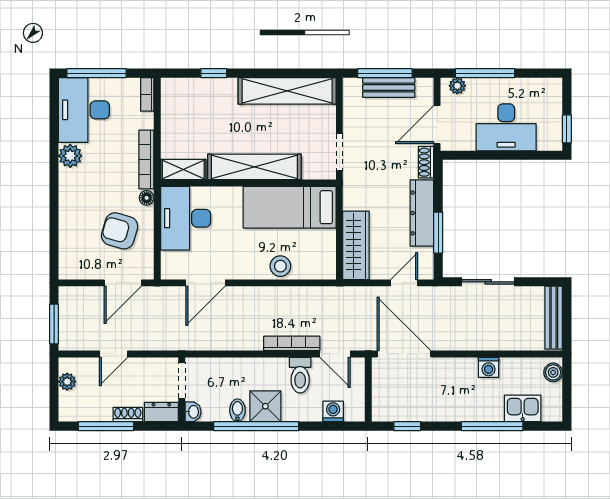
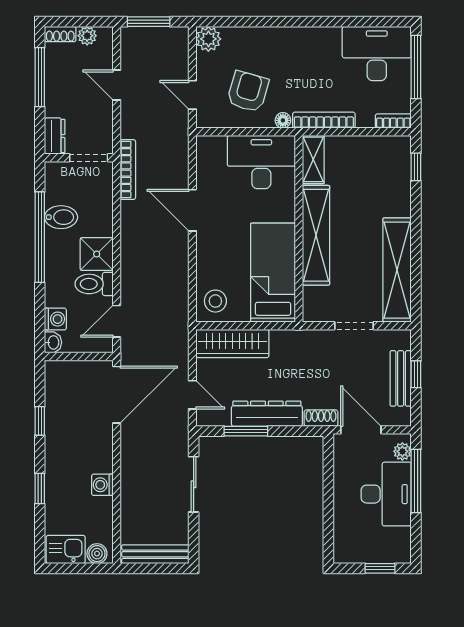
window: (214, 73) -> (416, 167), moved
window: (385, 73) -> (416, 374), width x0.46
desk: (506, 127) -> (386, 494), moved, turned 180
window: (567, 129) -> (380, 568), moved
doorway: (339, 152) -> (354, 326), moved
plant: (70, 156) -> (208, 39), moved
stool: (280, 266) -> (215, 301), moved
door: (123, 283) -> (192, 95), width x0.73
door: (205, 283) -> (192, 210), moved
bookcase: (292, 343) -> (128, 170), moved
shower: (265, 406) -> (97, 254), moved
kitchen sink: (523, 408) -> (66, 549), moved, turned -90
bidet: (237, 410) -> (61, 217), width x1.38, depth x1.36
washbasin: (193, 412) -> (53, 342), moved, turned -90
shoe rack: (128, 414) -> (60, 34), moved, turned 90
window: (407, 426) -> (40, 421), moved
window: (492, 426) -> (40, 489), width x0.46

